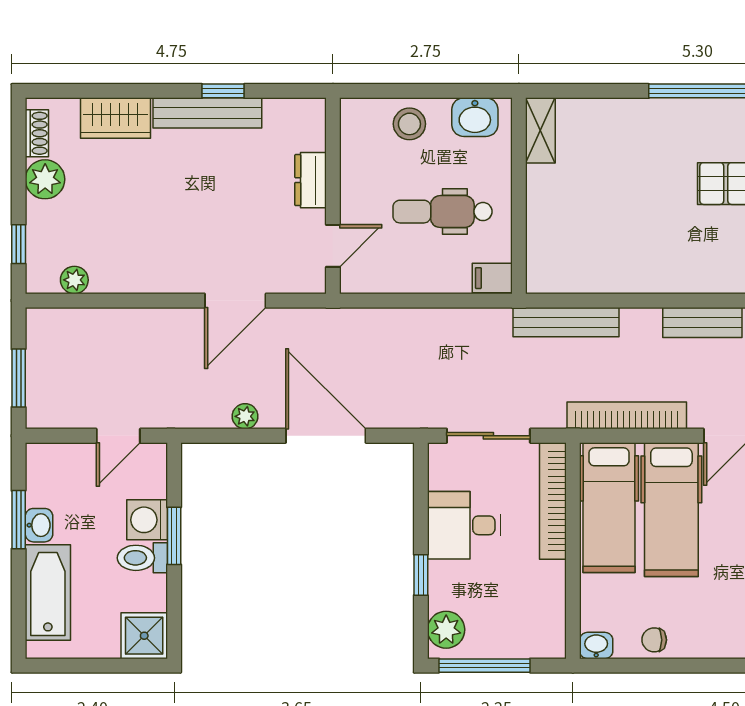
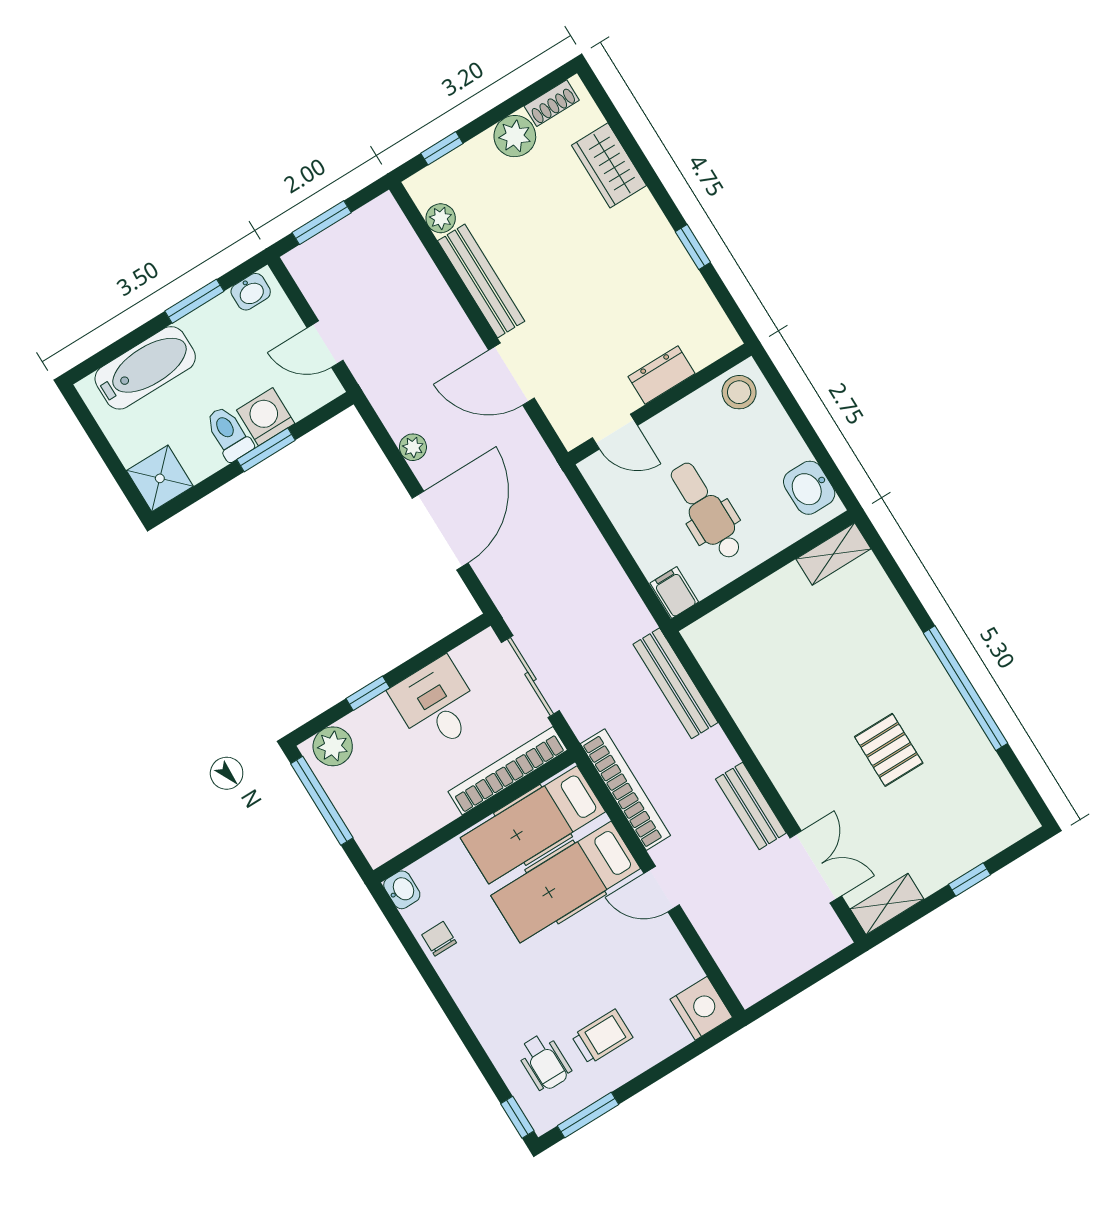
bench: (207, 113) -> (481, 281), moved
stool: (409, 124) -> (739, 392), moved
washbasin: (39, 525) -> (251, 292), moved

